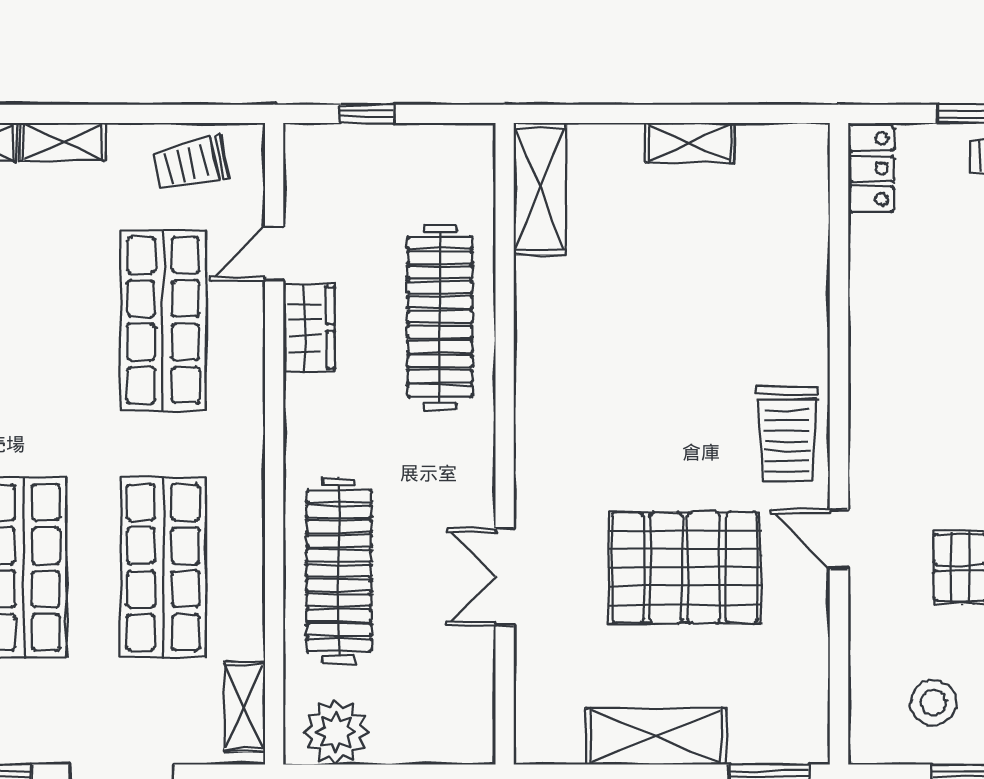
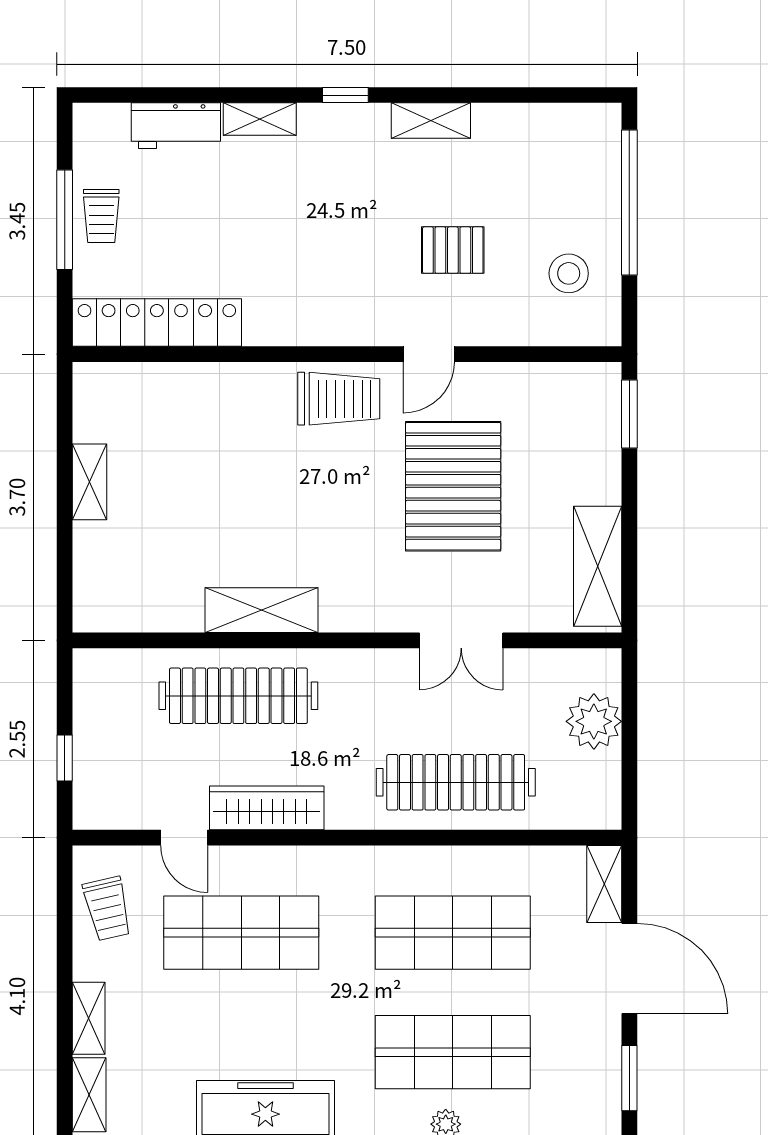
locker: (871, 169) -> (157, 323), width x2.16, depth x1.21
shelving: (540, 189) -> (262, 610), moved
wardrobe: (309, 328) -> (267, 808), width x1.50
shelving: (245, 707) -> (604, 884), moved, turned 90
plant: (336, 732) -> (594, 721), moved
shelving: (656, 736) -> (598, 566), moved

